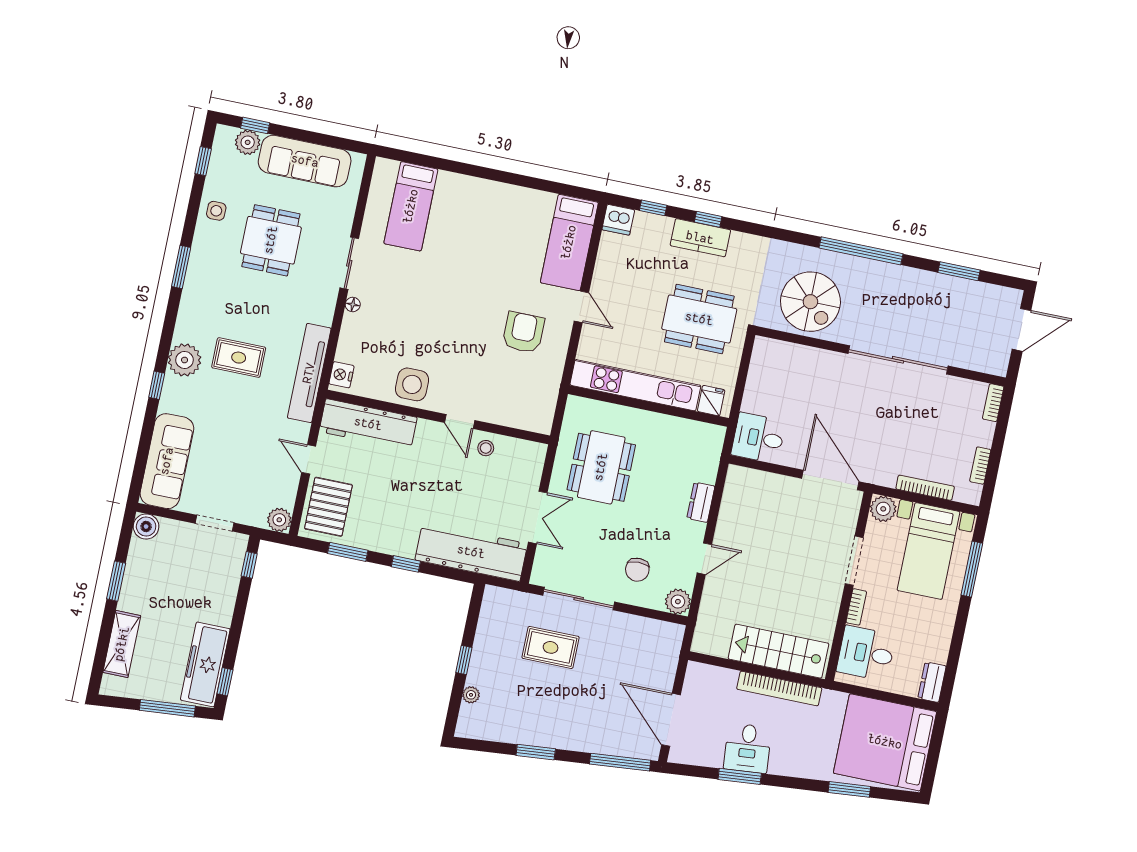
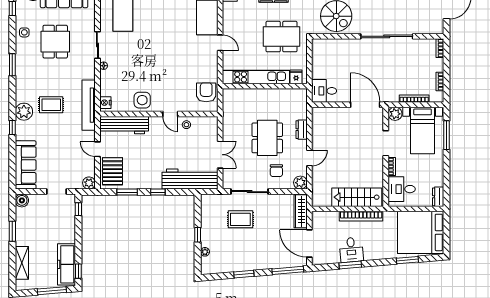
armchair: (523, 332) -> (206, 92), moved
dining table: (601, 467) -> (267, 138), moved
wardrobe: (667, 656) -> (301, 211), added

